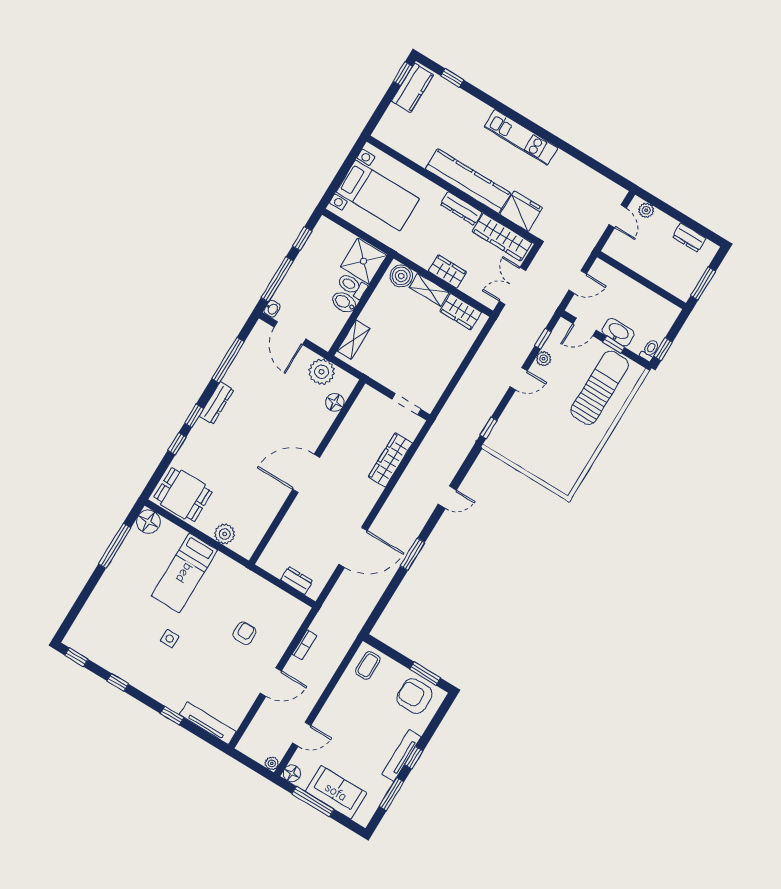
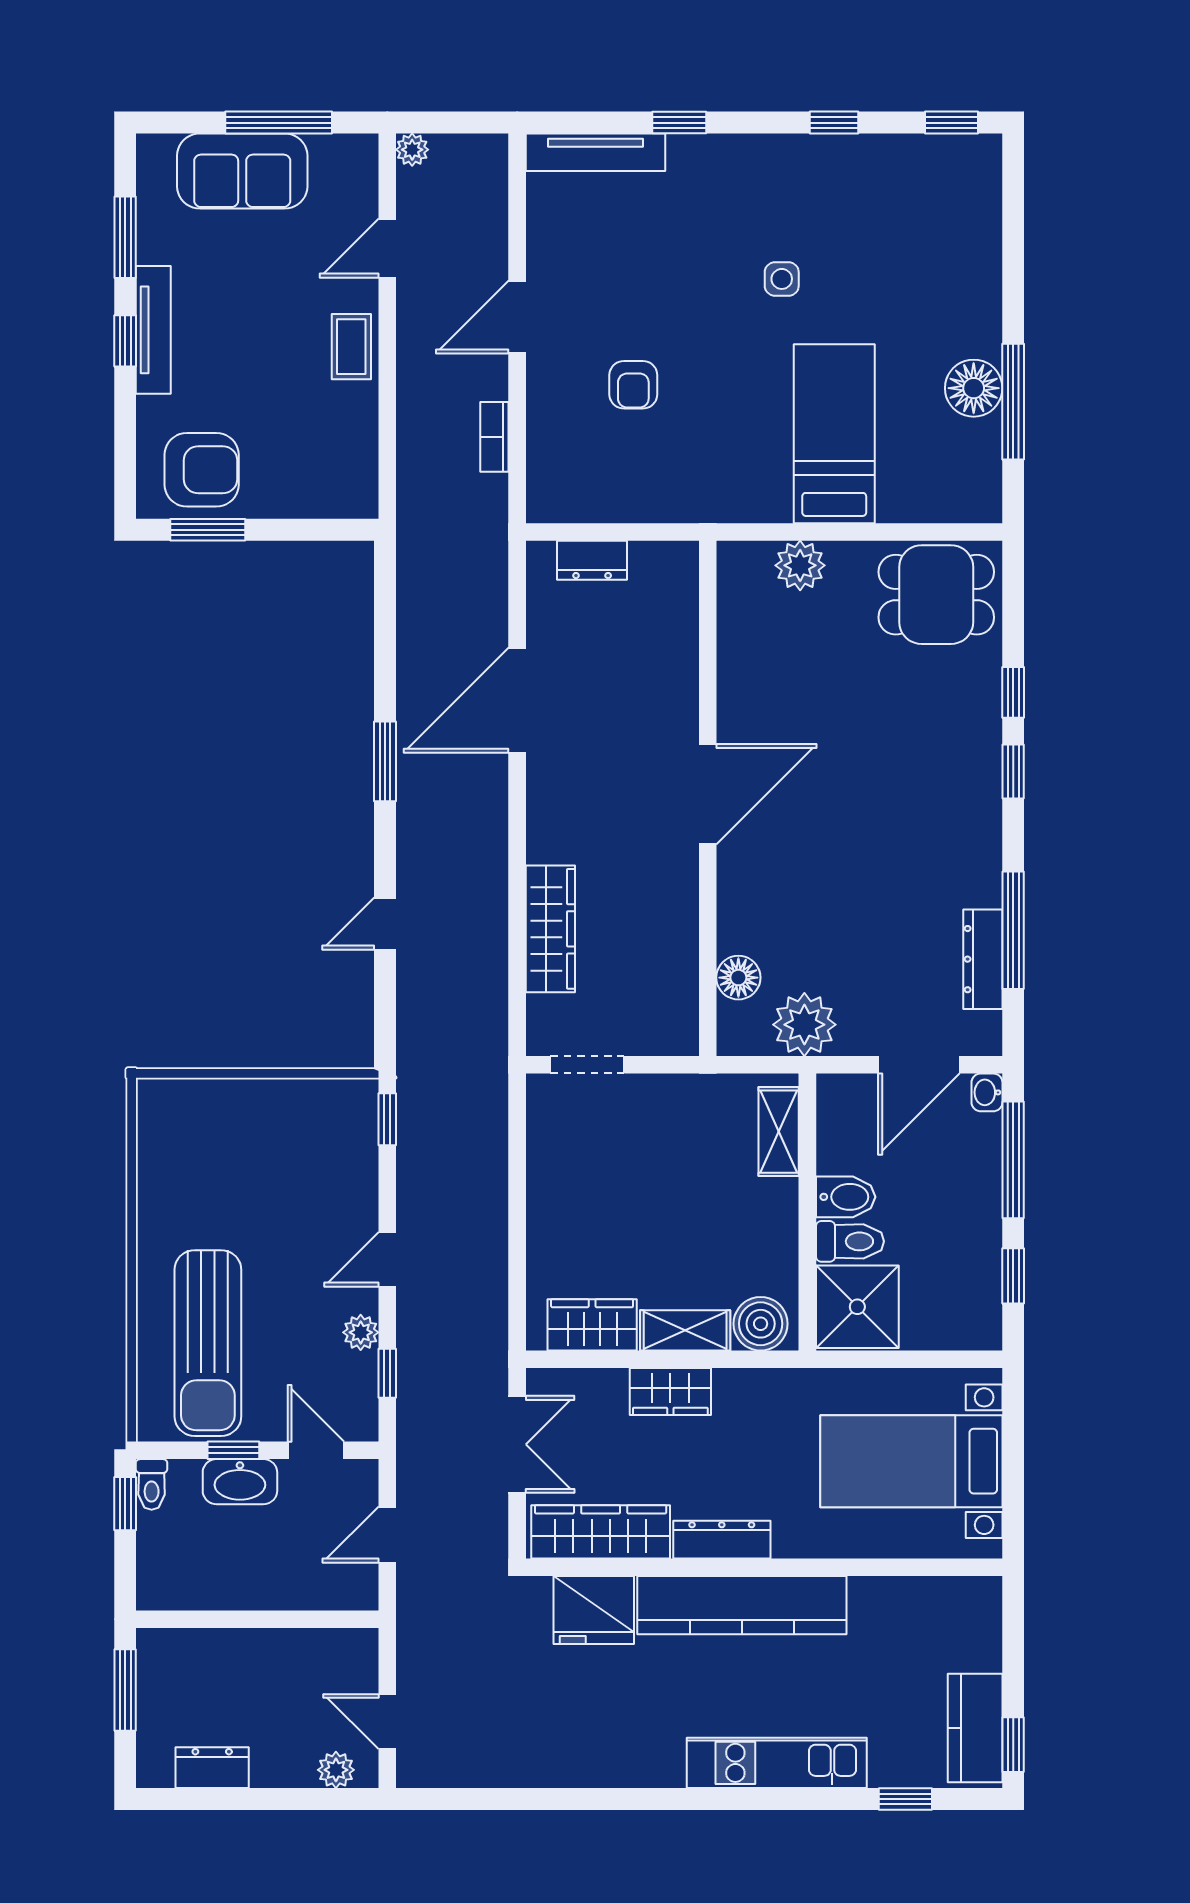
kitchen unit: (521, 137) -> (777, 1763), moved
door: (585, 327) -> (316, 1450), hinge flipped
door: (290, 333) -> (919, 1065), swing flipped
dresser: (216, 403) -> (983, 959), moved
floor lamp: (148, 522) -> (974, 388), moved
coffee table: (368, 665) -> (351, 347), moved
floor lamp: (292, 773) -> (358, 154), removed

